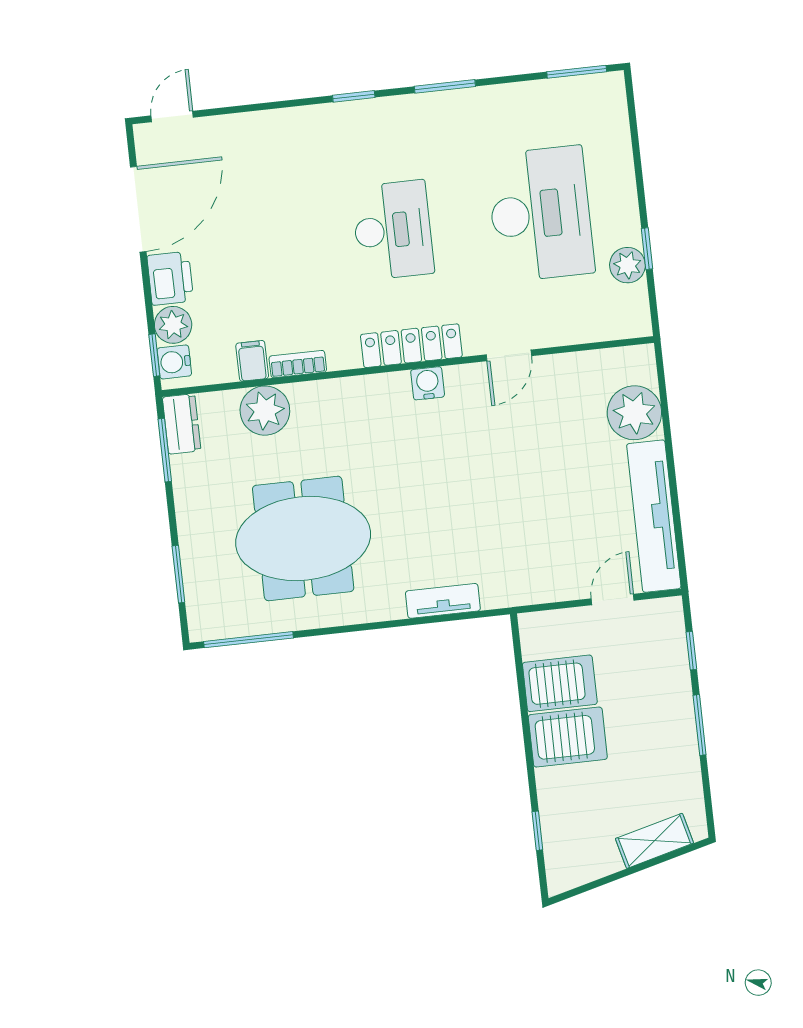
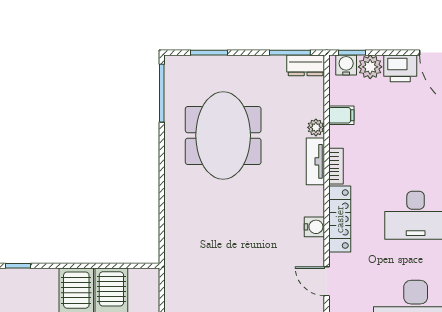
bookcase: (298, 364) -> (336, 166), moved
plant: (265, 411) -> (316, 127), width x0.53, depth x0.53
tv unit: (443, 601) -> (315, 161), moved, turned 180

